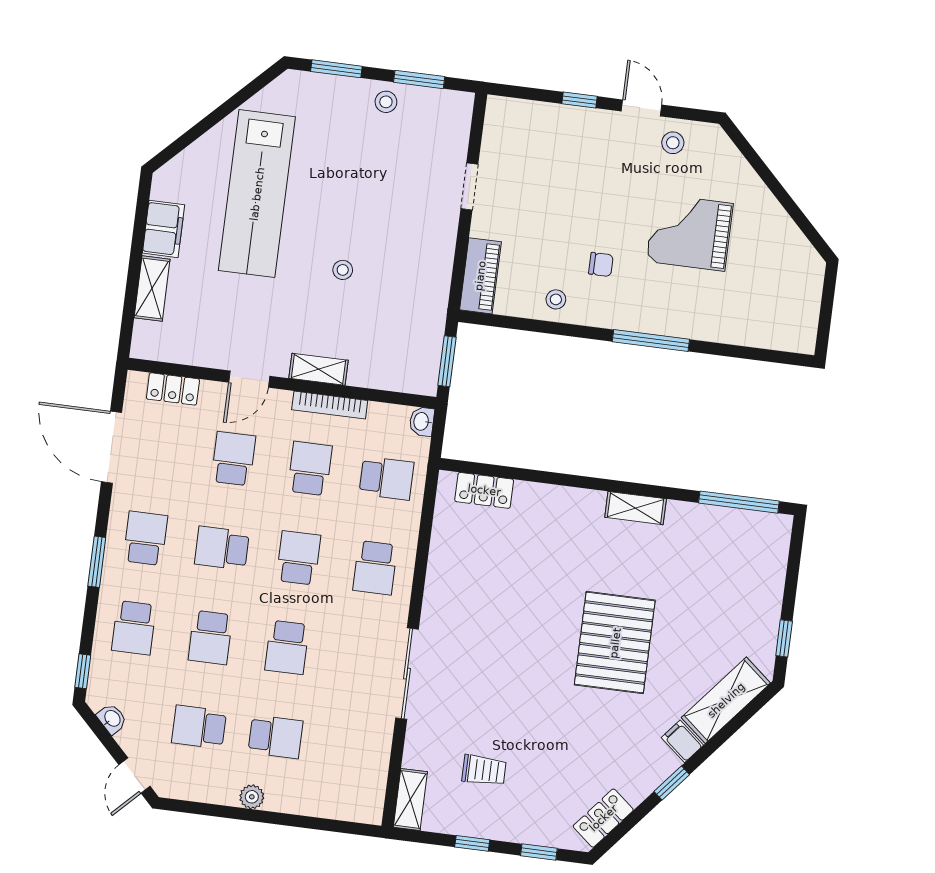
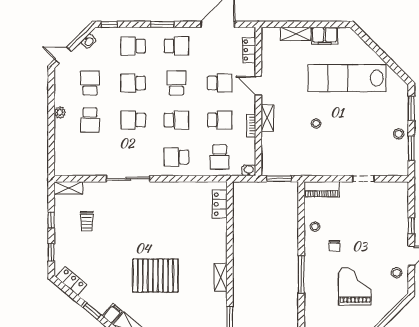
bookcase: (330, 405) -> (251, 126), width x0.64

